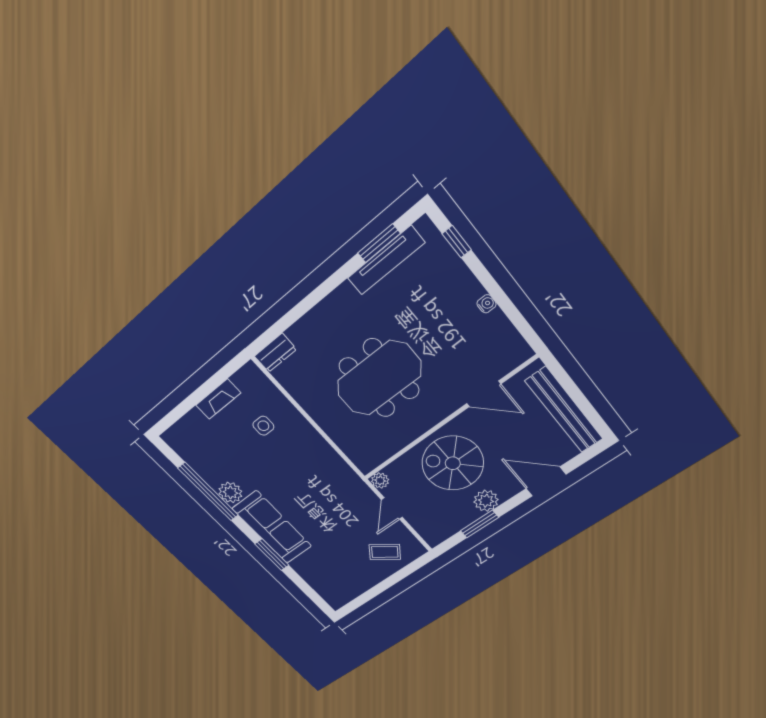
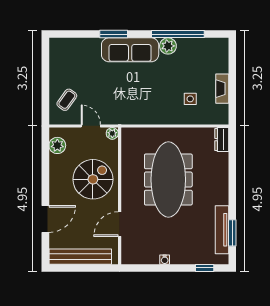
meeting table: (379, 378) -> (168, 180), width x1.36
plant: (486, 501) -> (57, 145), moved
window: (480, 524) -> (45, 165), removed

